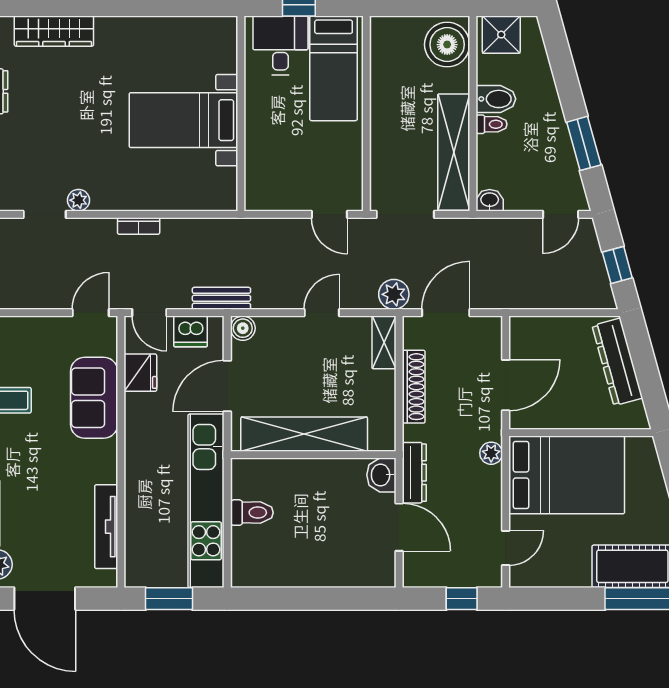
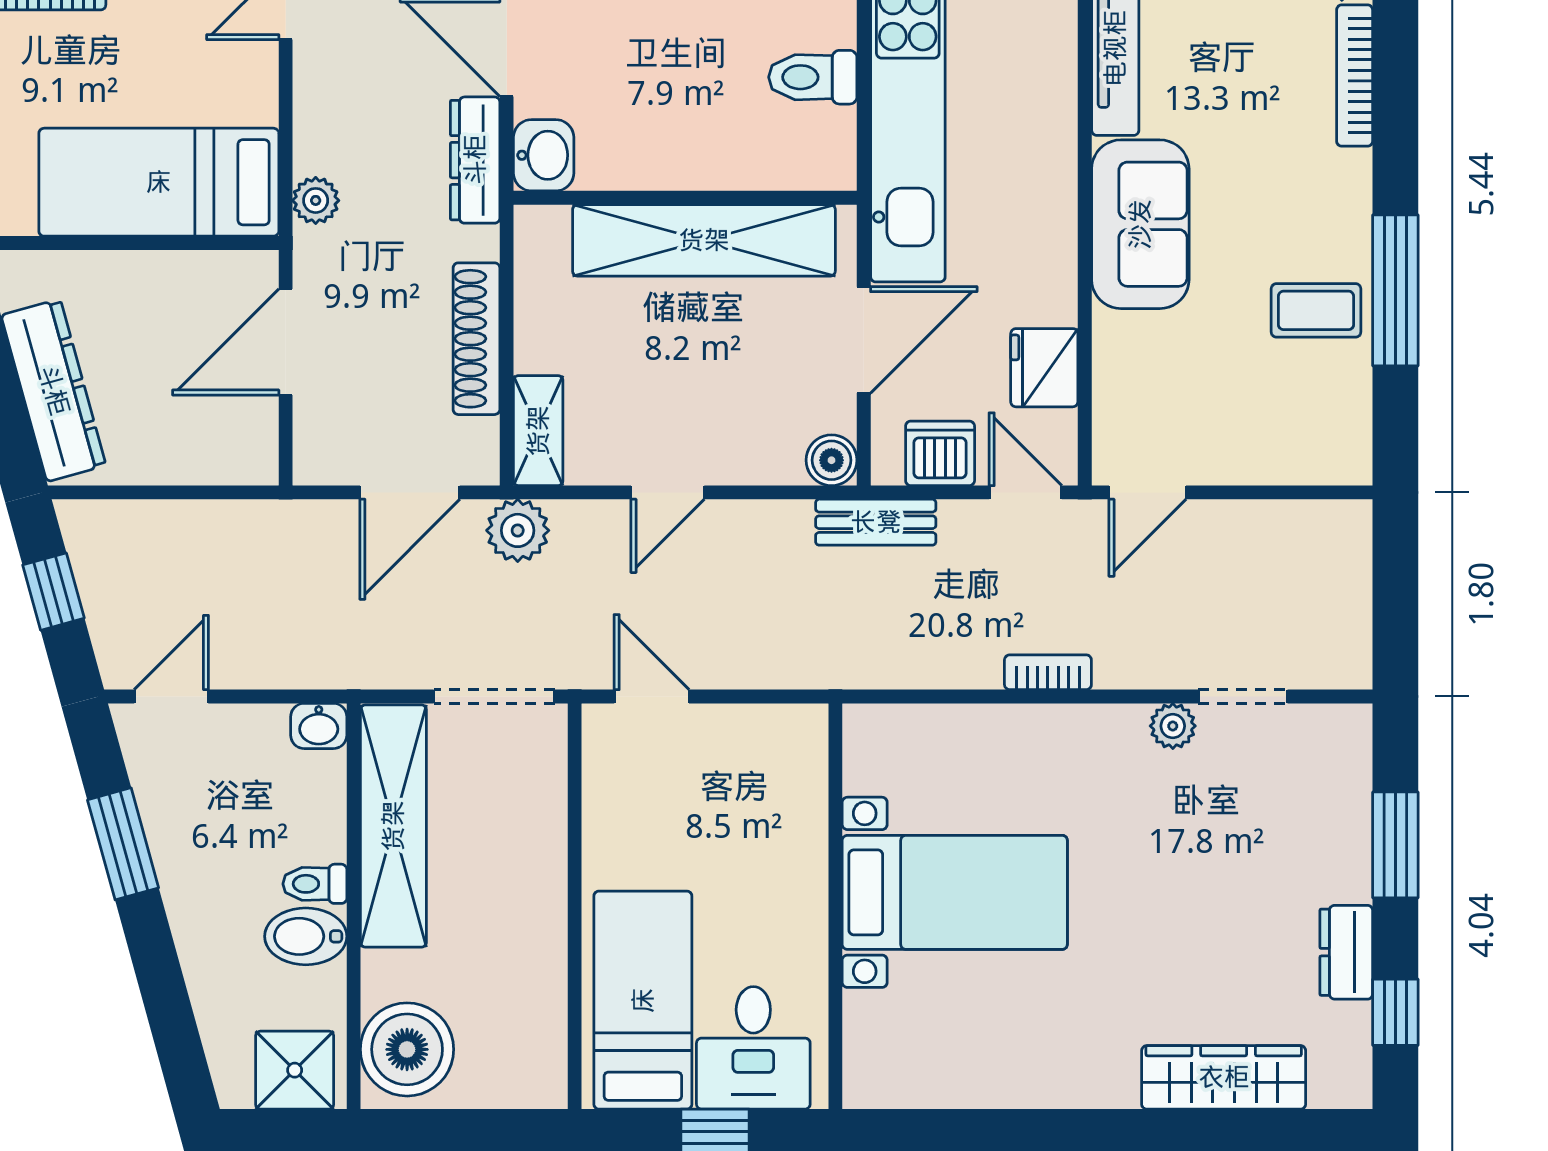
sofa: (94, 398) -> (1140, 224), moved
bed: (567, 475) -> (159, 182), width x0.67

